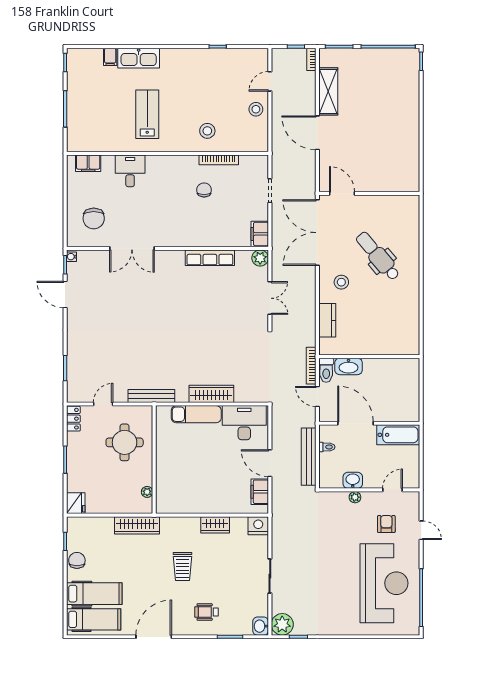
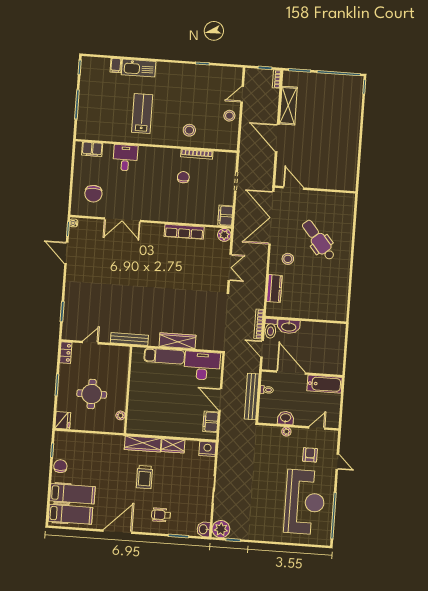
round table: (125, 442) -> (92, 394), moved
wardrobe: (137, 525) -> (143, 444), moved

